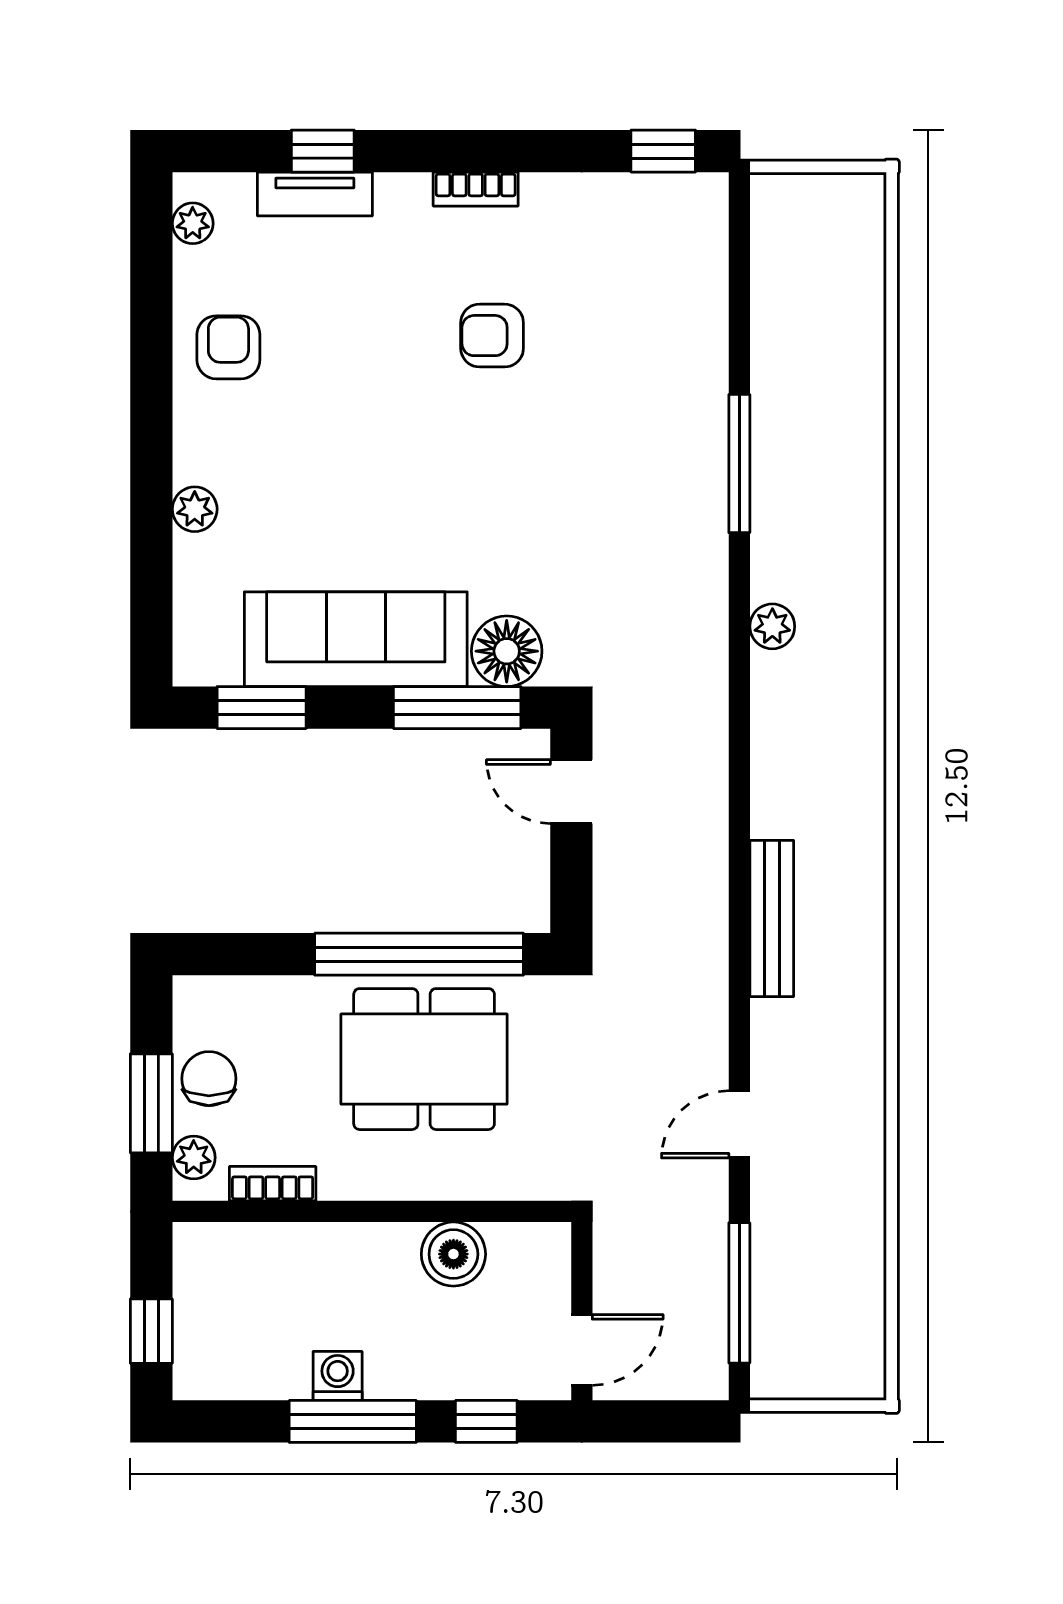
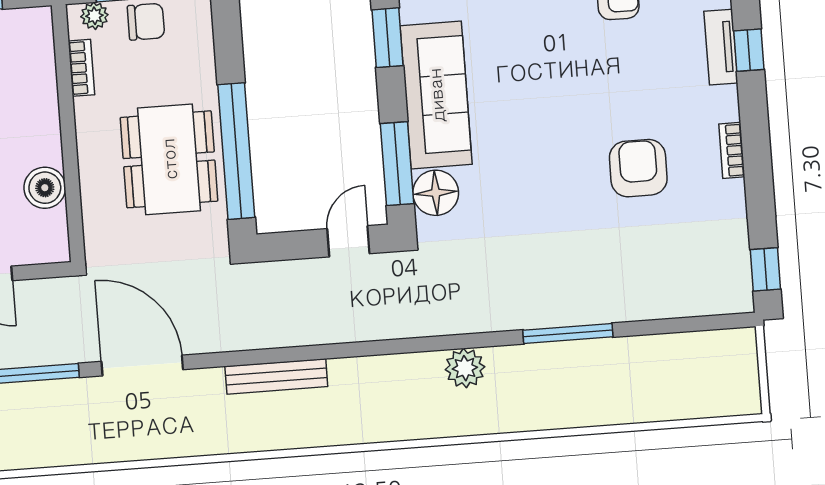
armchair: (492, 336) -> (638, 168), width x1.38, depth x1.38
plant: (772, 626) -> (465, 368), width x1.38, depth x1.38
door: (739, 1124) -> (142, 366), width x1.87

